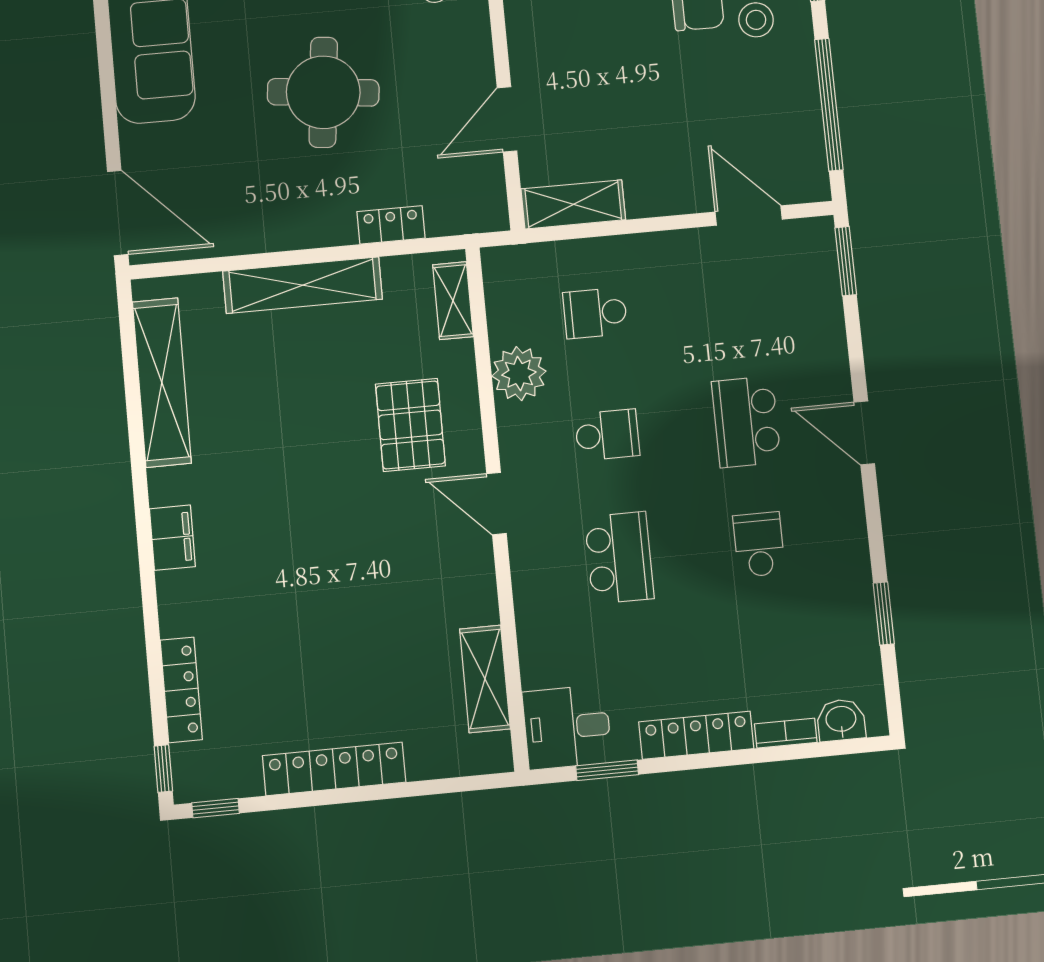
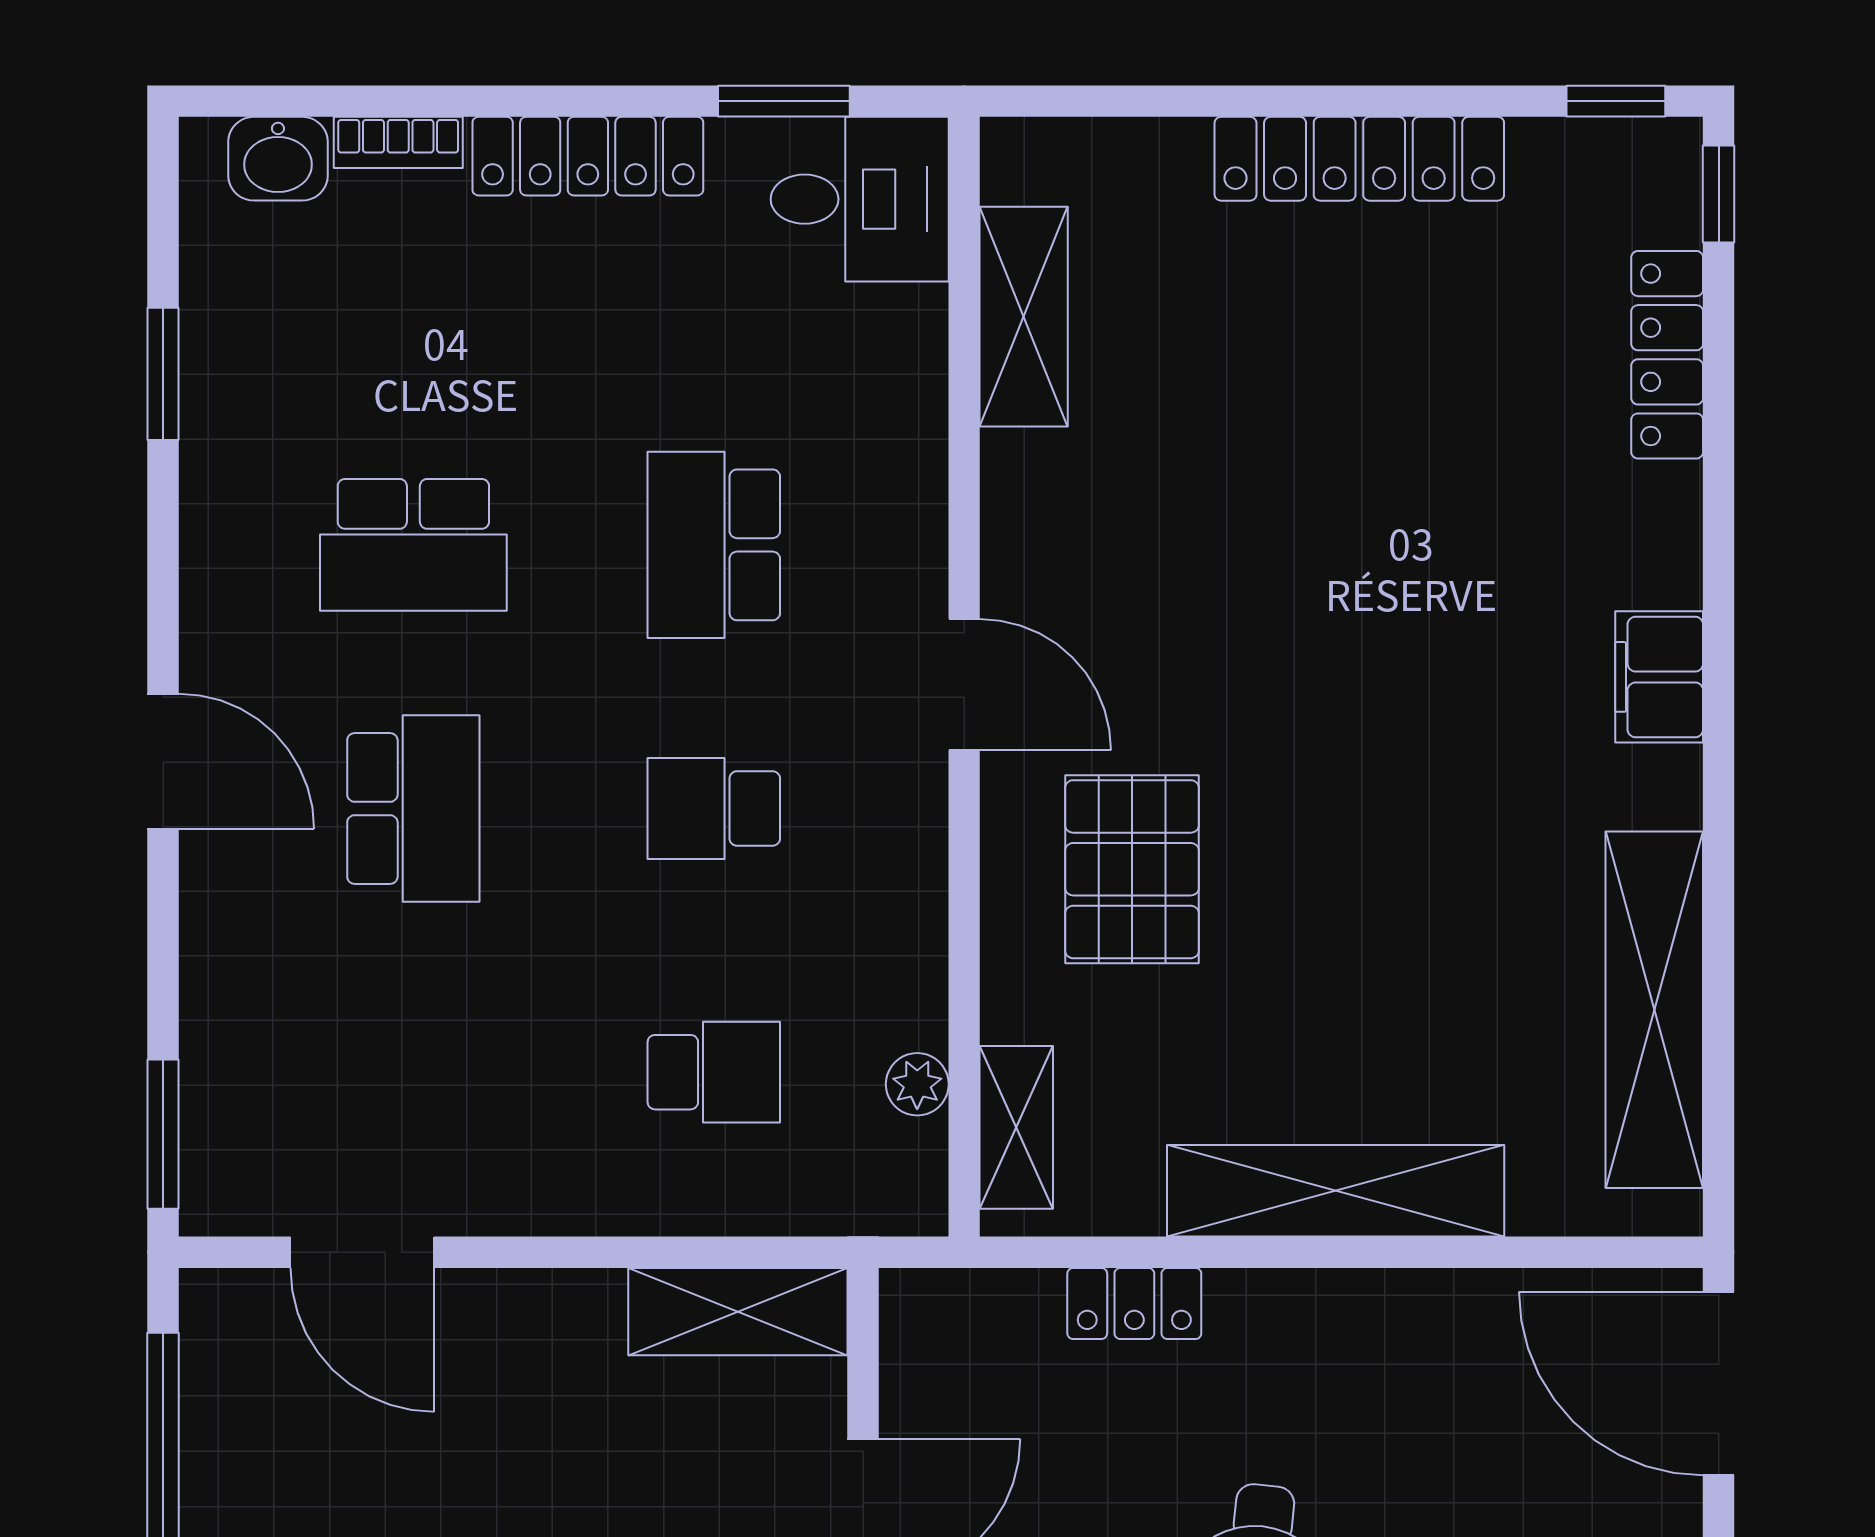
plant: (519, 374) -> (917, 1084), moved, width x0.53, depth x0.53
school desk: (759, 544) -> (413, 545), width x1.85

